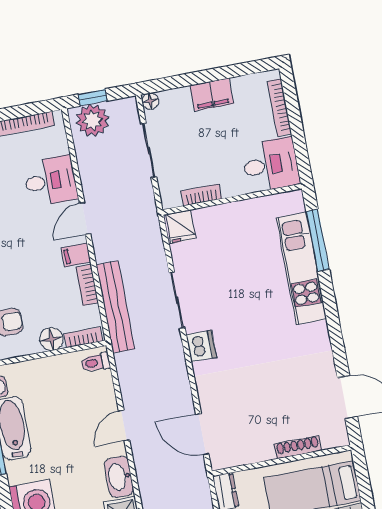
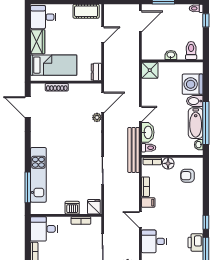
door: (85, 218) -> (140, 220), swing flipped
bench: (115, 307) -> (134, 150), moved
dishwasher: (201, 346) -> (72, 208), moved, turned 90
plant: (208, 403) -> (97, 117), added
door: (202, 434) -> (103, 102), hinge flipped
bidet: (22, 471) -> (195, 101), added
washbasin: (119, 477) -> (148, 132), moved

